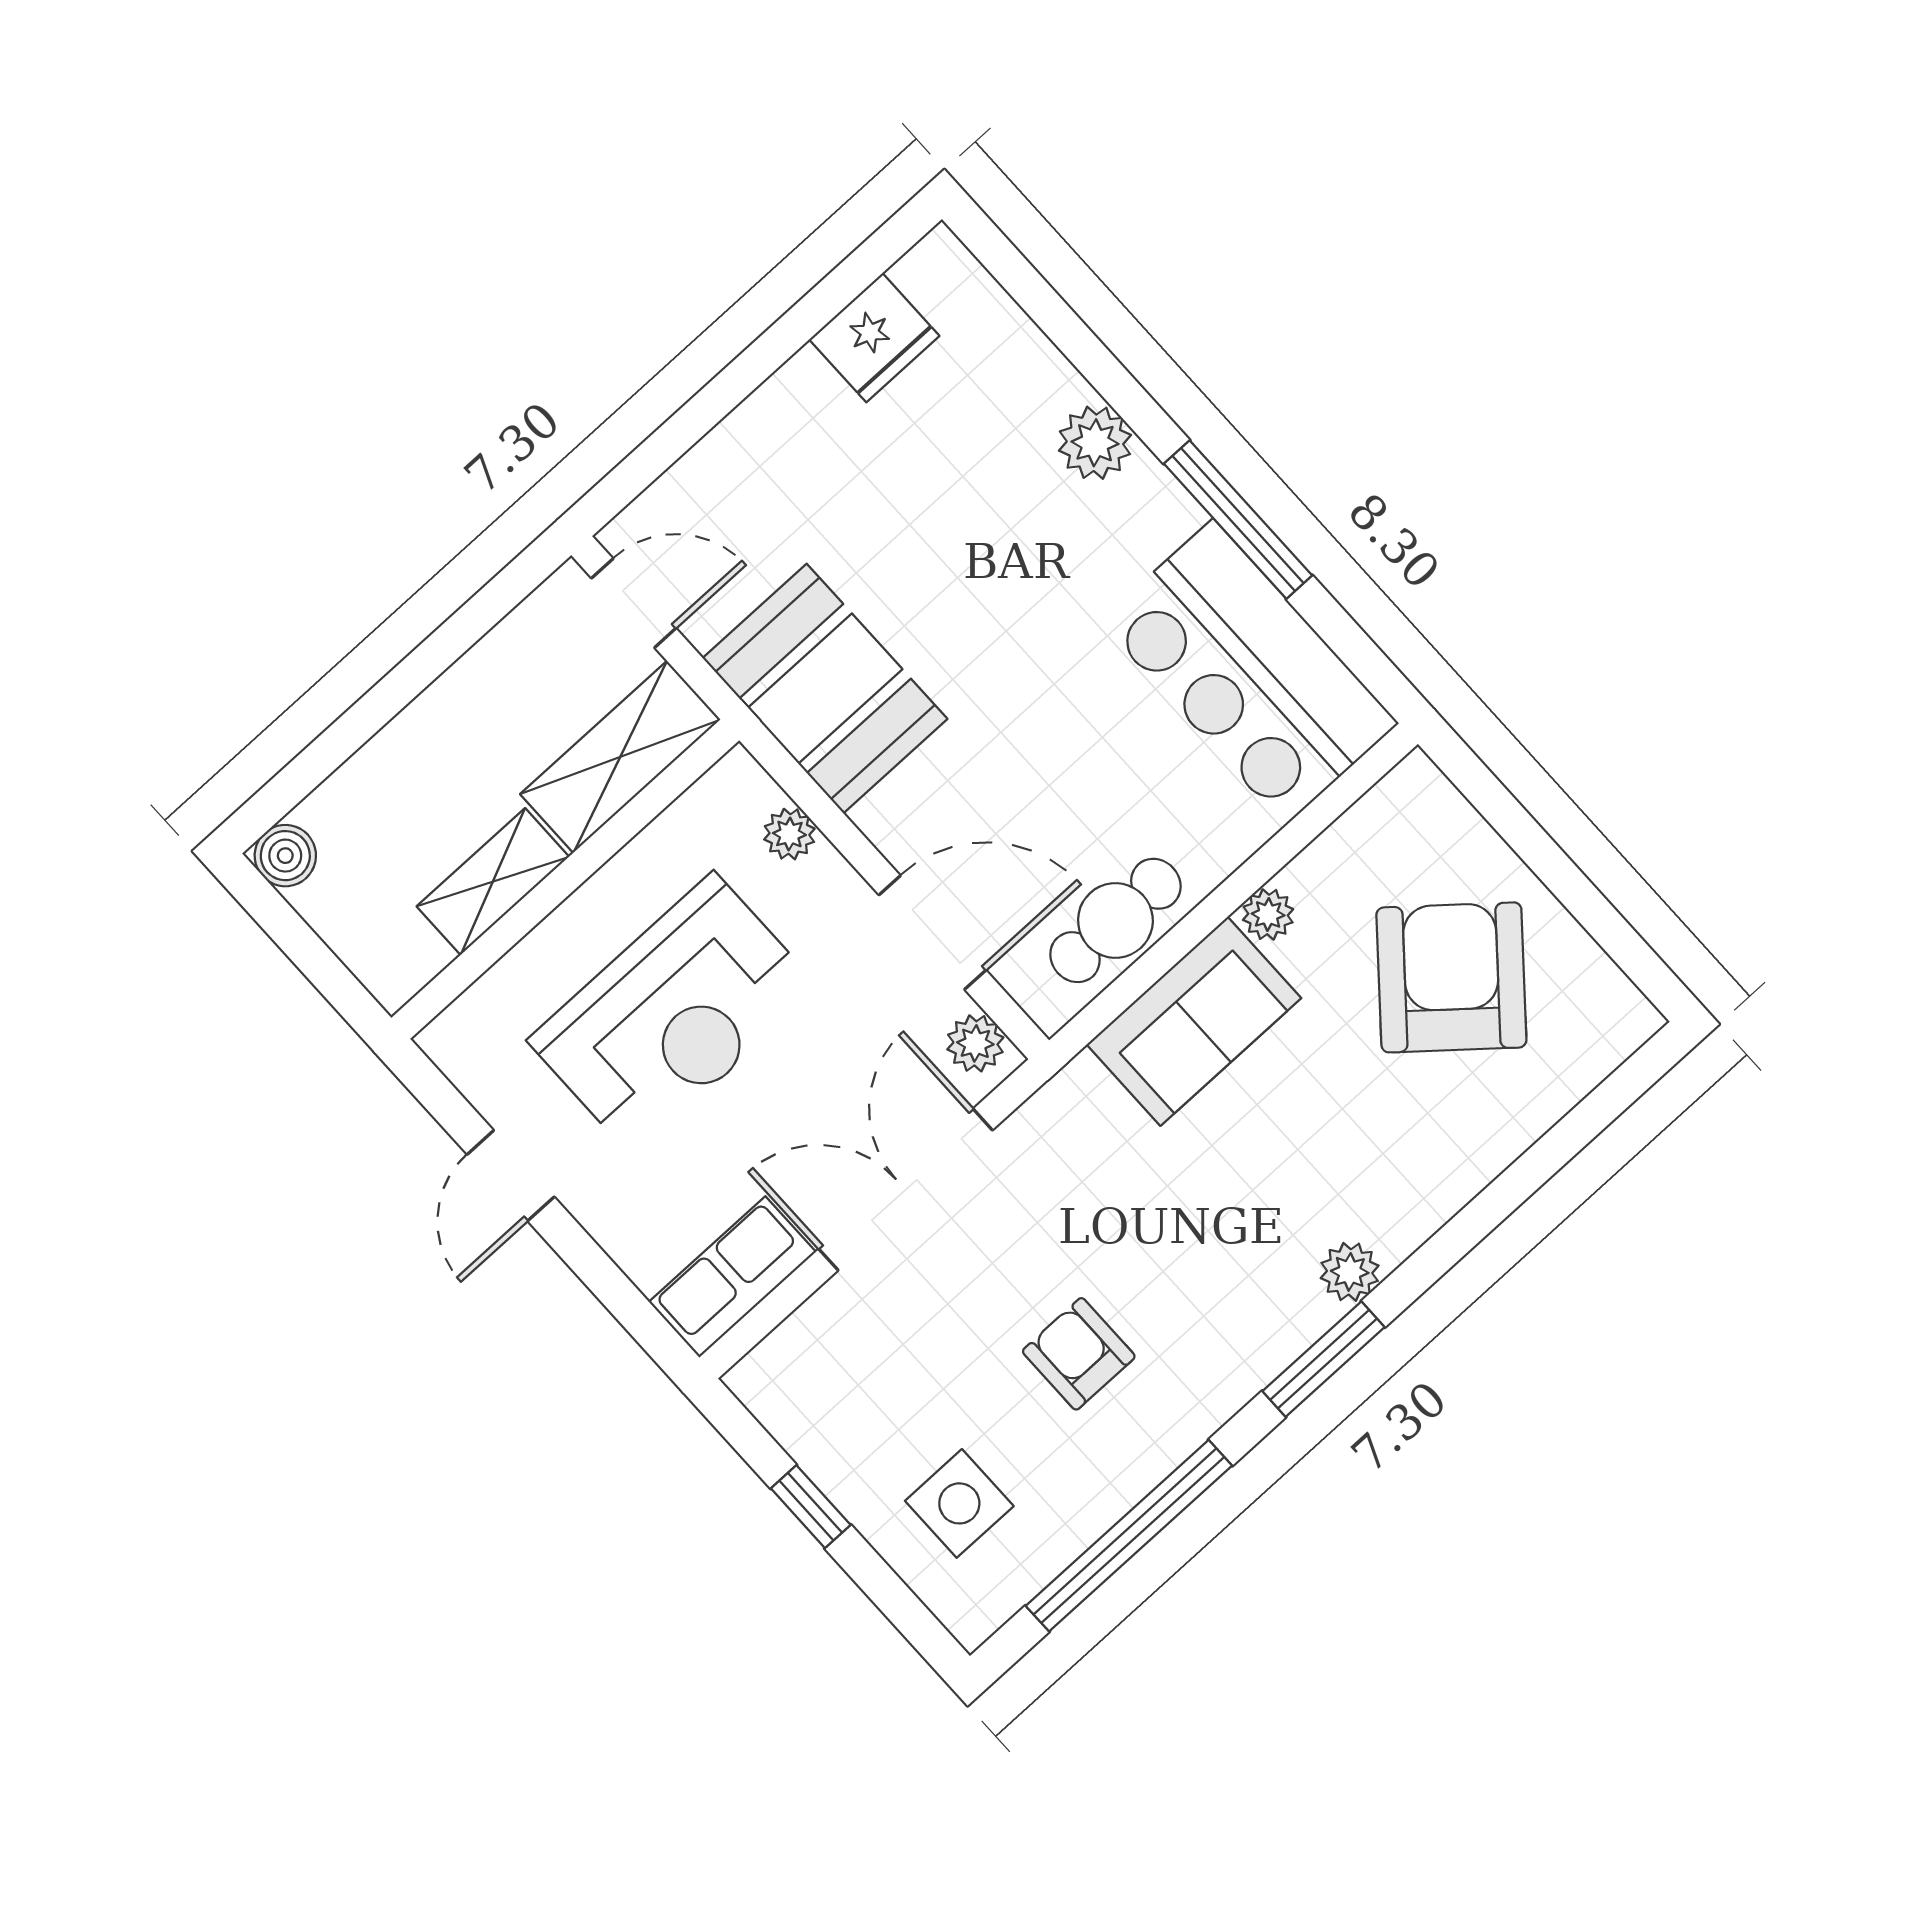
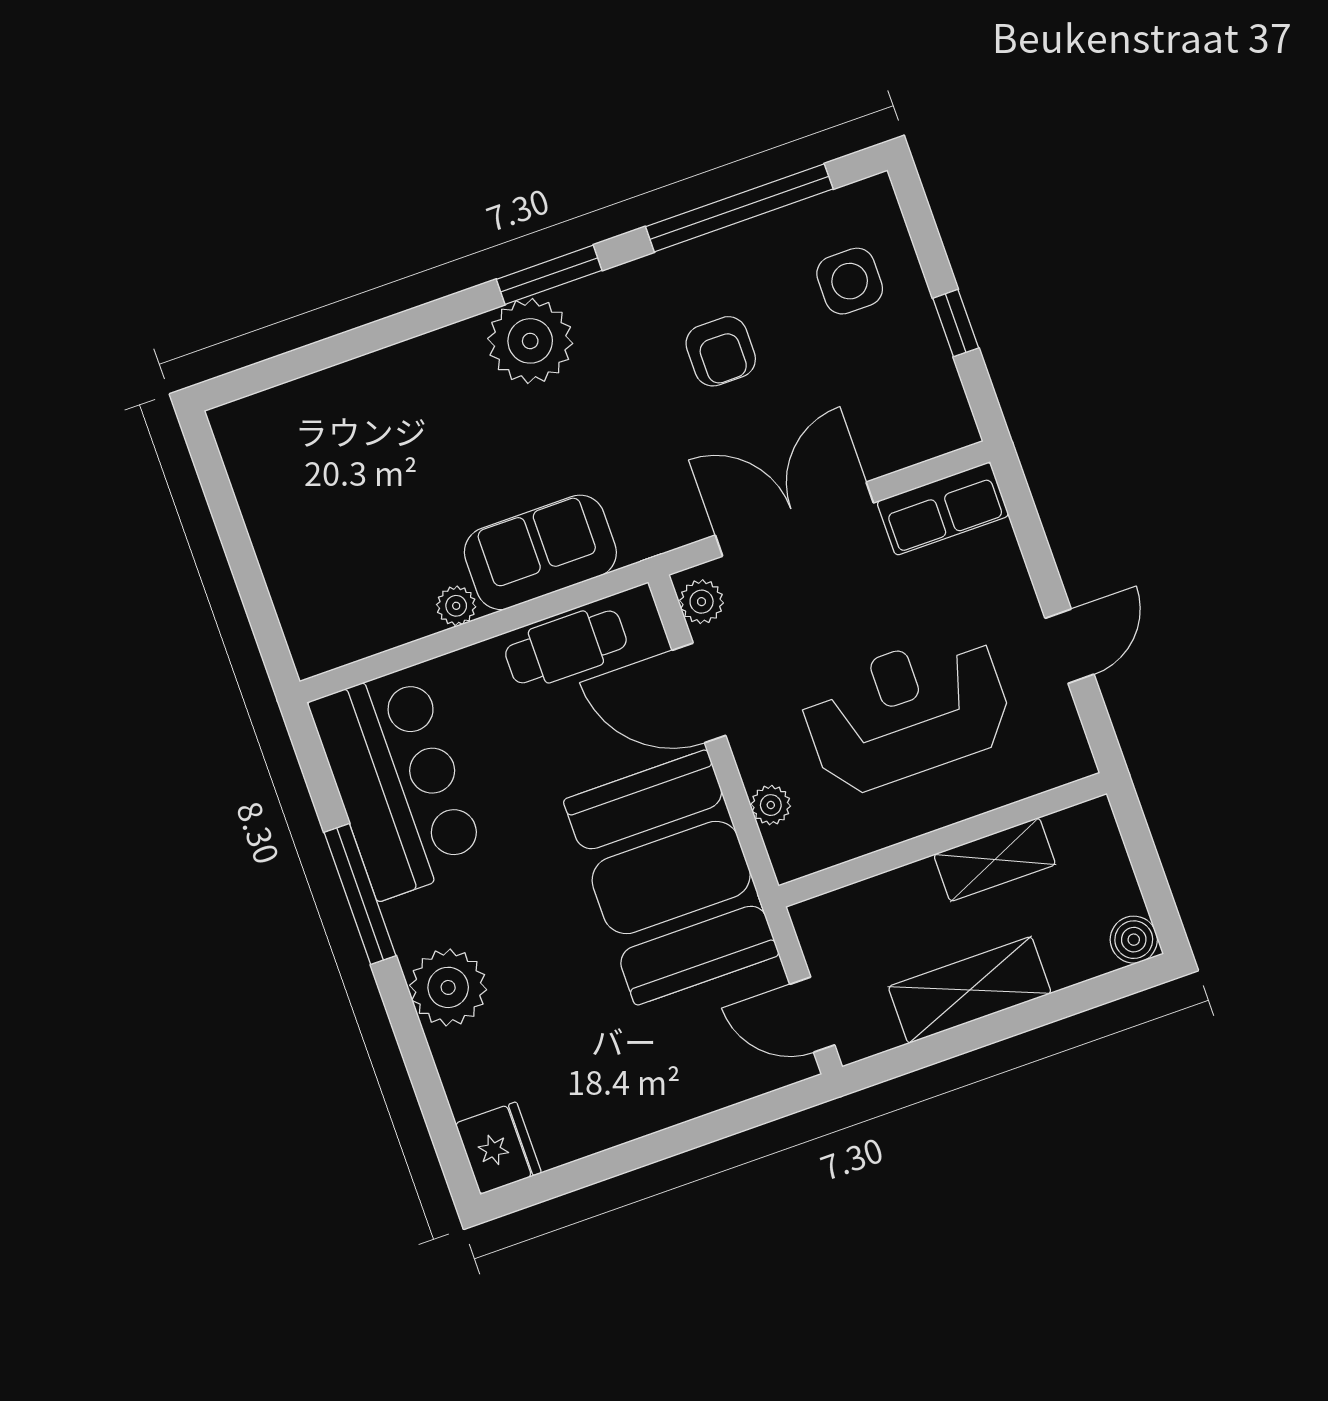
fridge: (874, 338) -> (498, 1148), moved, turned 90
plant: (1095, 443) -> (448, 987), width x1.36, depth x1.36
booth: (825, 689) -> (671, 877), width x1.36, depth x1.42
shelving: (620, 757) -> (970, 990), moved
armchair: (1451, 977) -> (345, 507), removed
double door: (906, 1190) -> (794, 519), swing flipped
plant: (1350, 1272) -> (530, 341), width x1.88, depth x1.88

